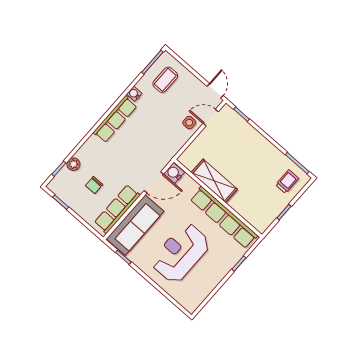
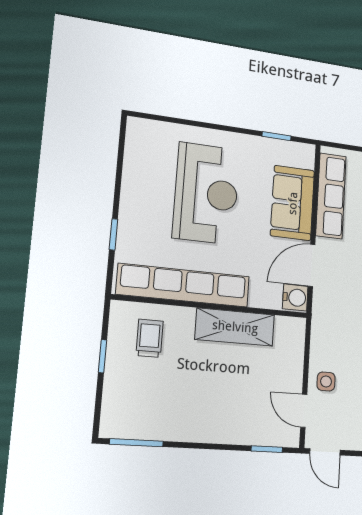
door: (211, 118) -> (304, 411), swing flipped
trolley: (287, 182) -> (150, 338), moved, turned 180
sofa: (135, 225) -> (293, 203), width x0.73

